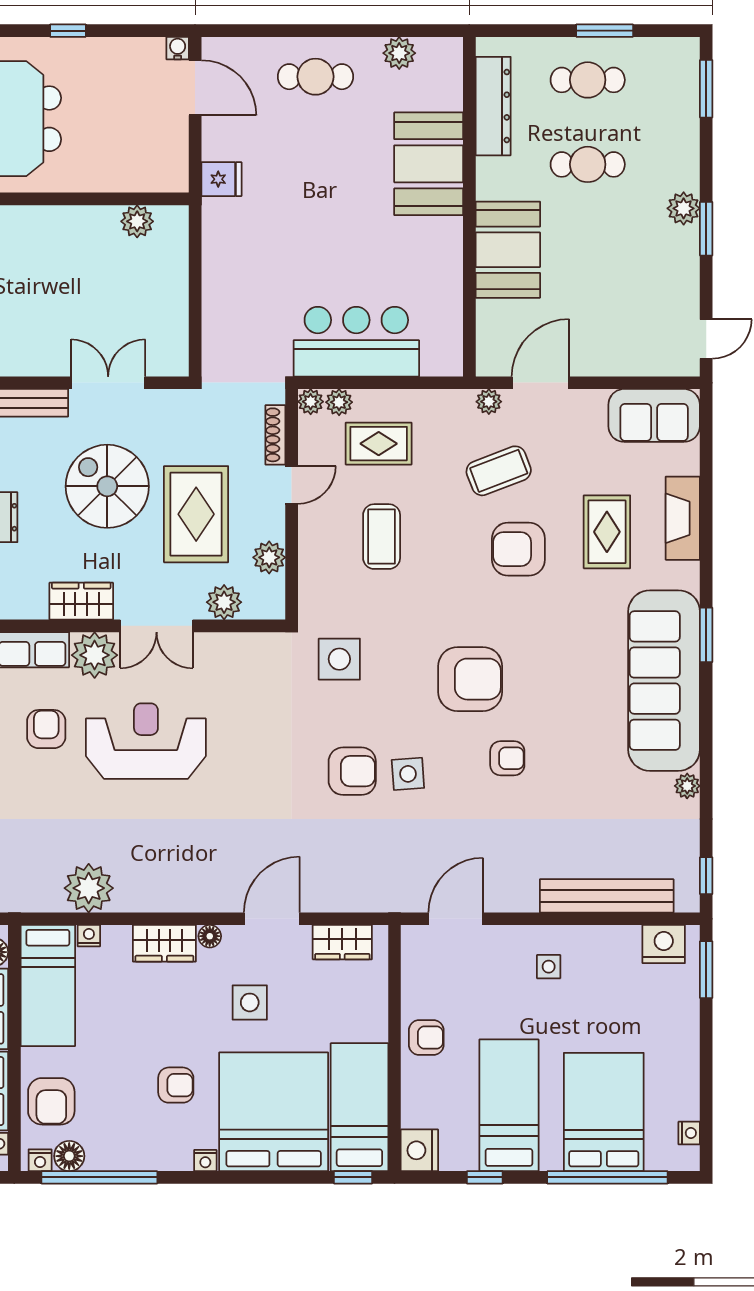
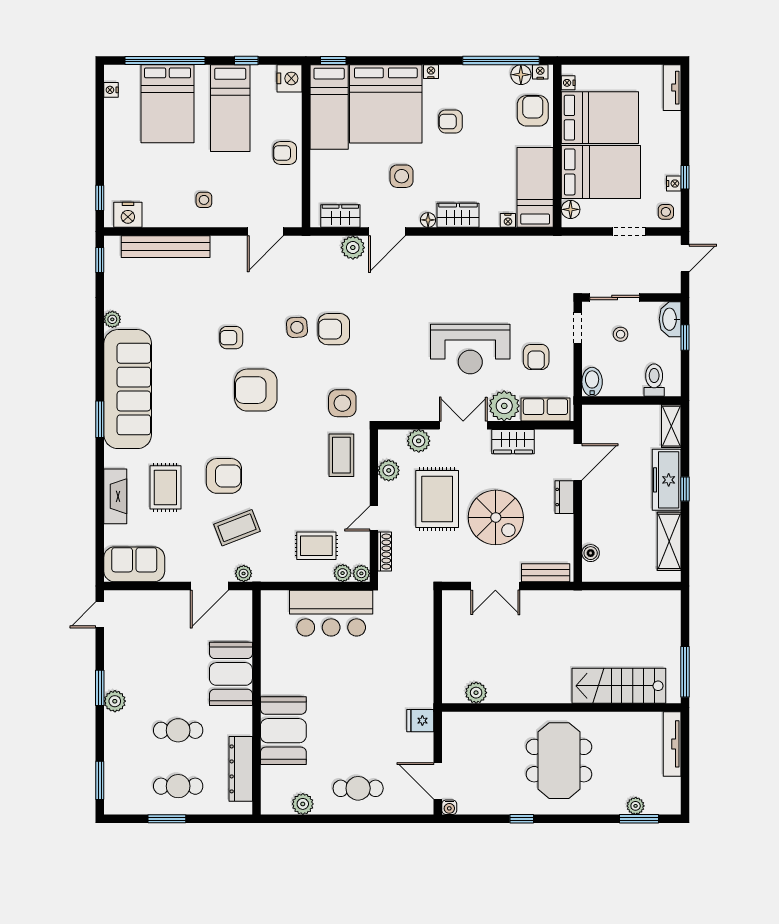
coffee table: (382, 537) -> (341, 455), moved
plant: (89, 888) -> (353, 248), moved, width x0.73, depth x0.73
window: (706, 970) -> (100, 198), width x0.67

